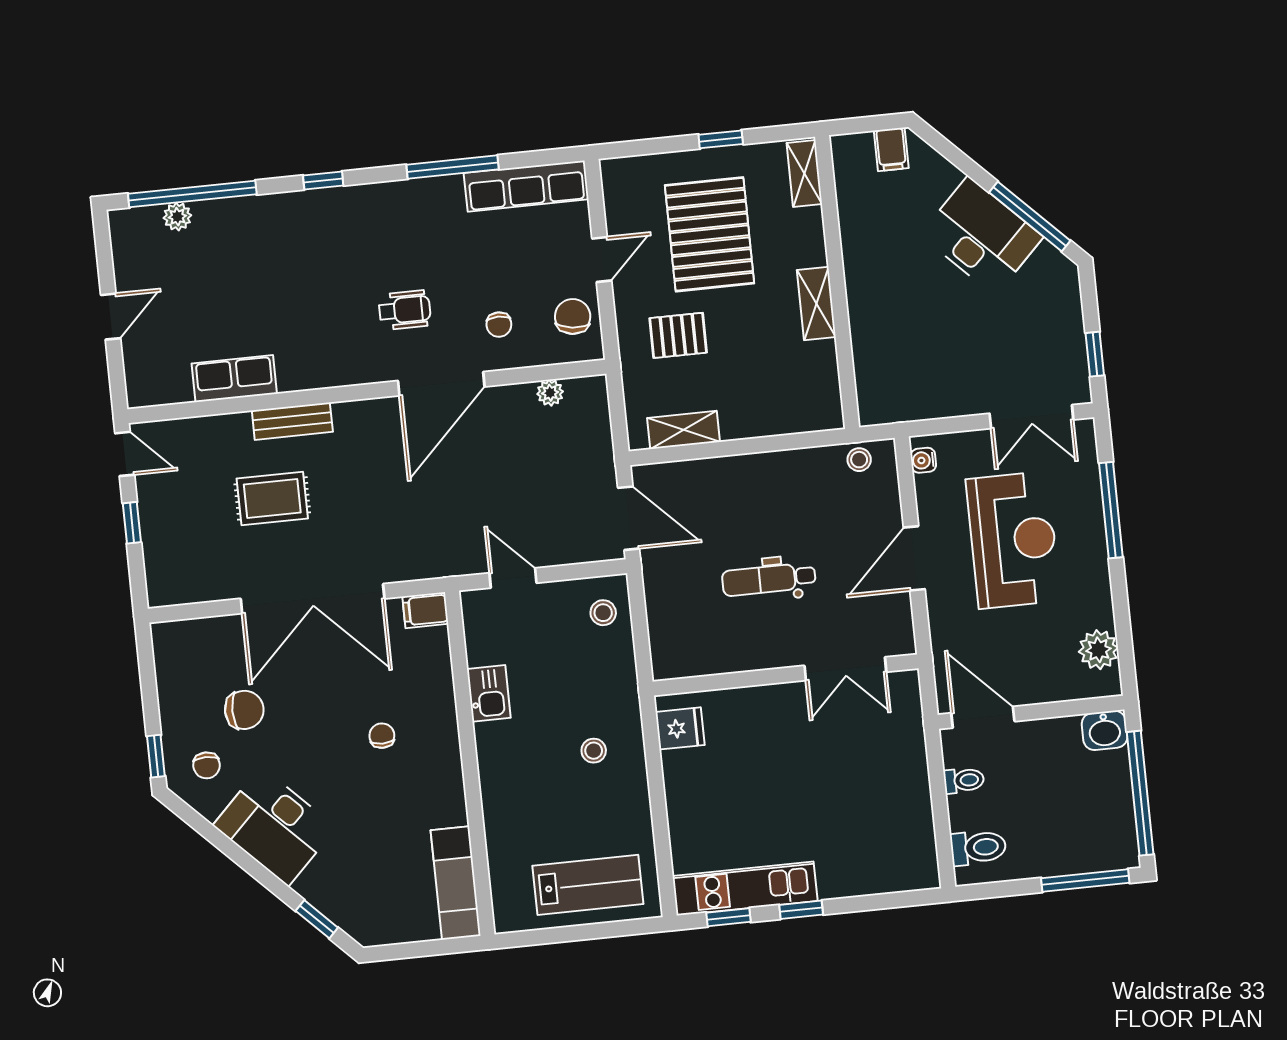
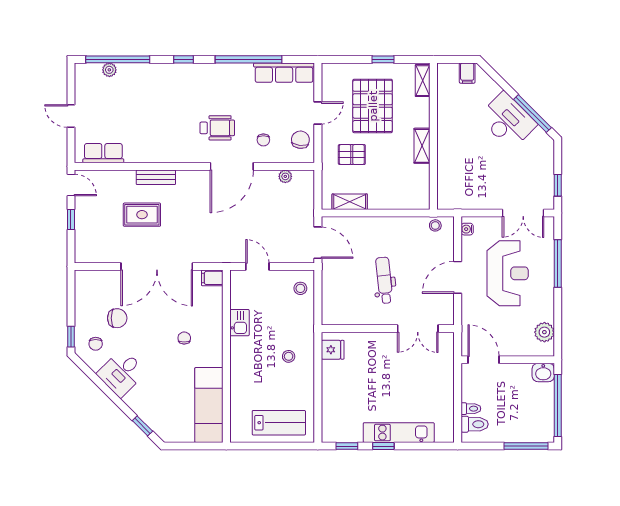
window: (453, 167) -> (248, 59), width x1.46
wheelchair: (405, 310) -> (217, 128), width x1.36, depth x1.37
door: (111, 317) -> (71, 116), swing flipped
row of seats: (234, 379) -> (103, 153), moved
dental chair: (769, 579) -> (384, 280), turned 84
toilet: (964, 780) -> (471, 409), moved
desk: (274, 826) -> (122, 373), width x0.73
exam couch: (456, 883) -> (209, 405), width x1.36, depth x1.45
kitchen unit: (745, 889) -> (399, 433), moved

